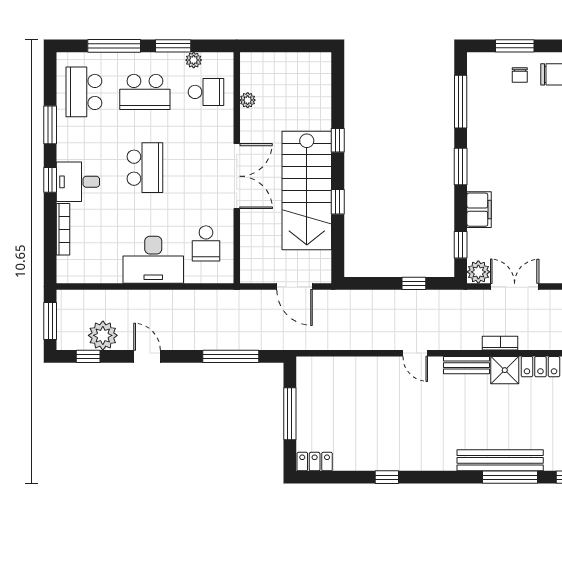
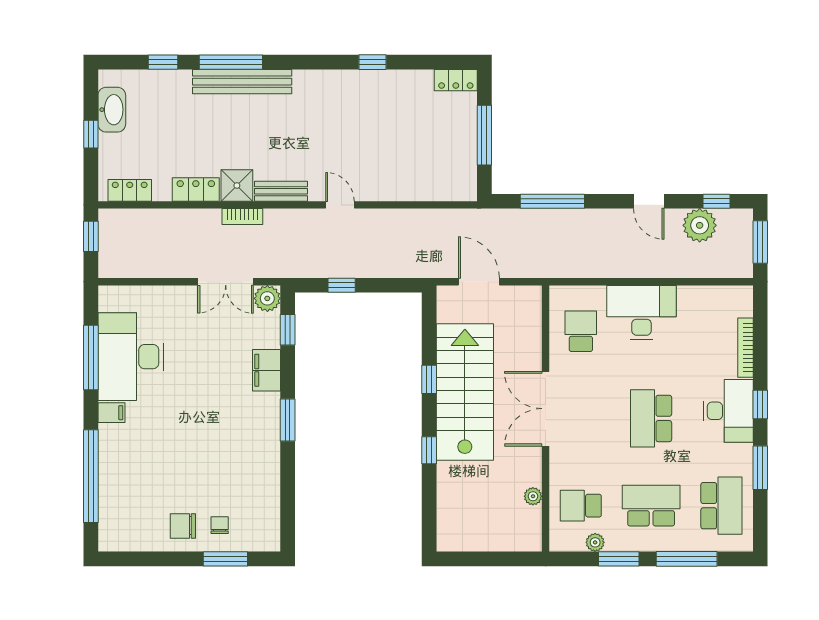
window: (461, 102) -> (288, 494), removed
desk: (78, 182) -> (728, 411), width x1.37

